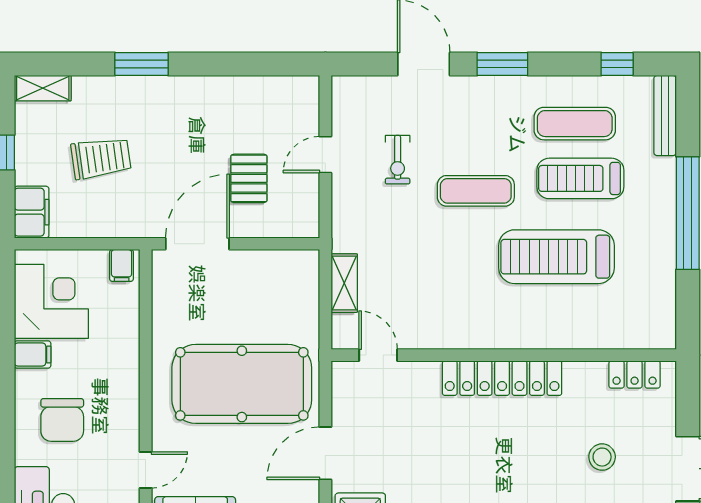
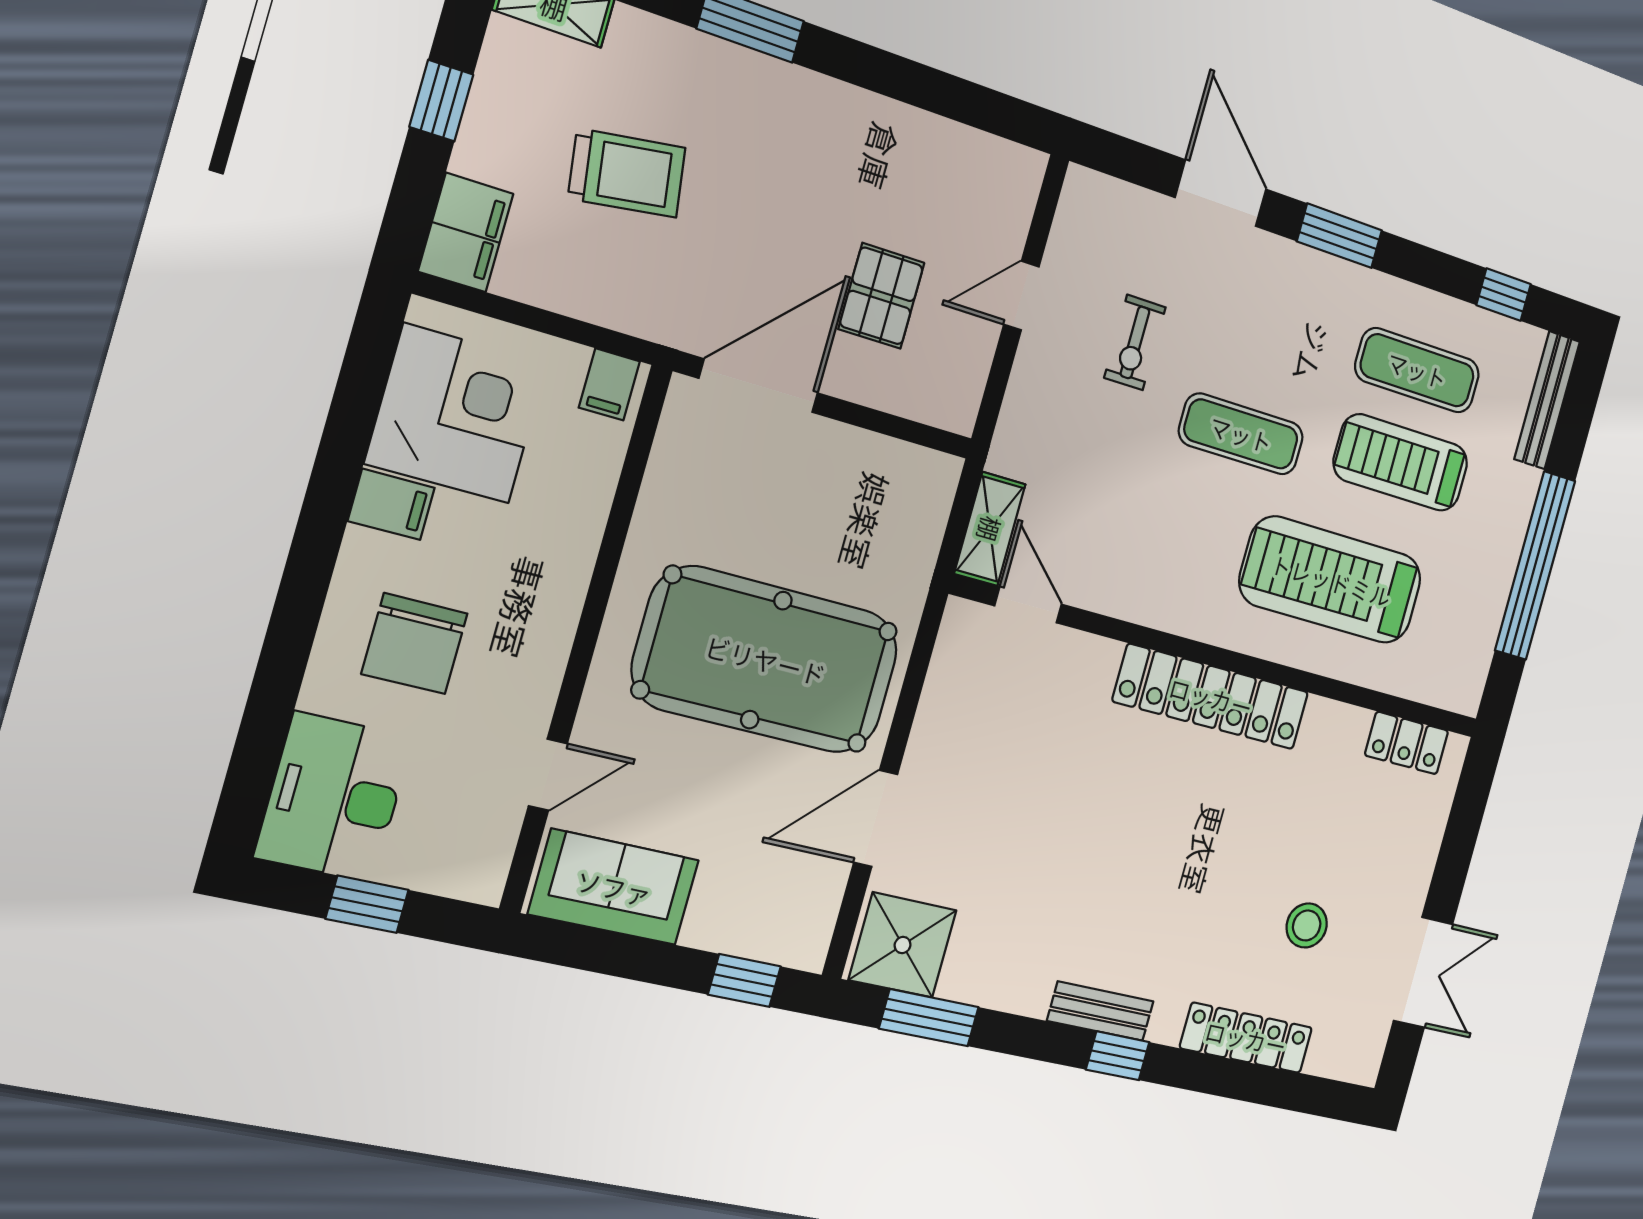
door: (378, 355) -> (1028, 605), moved
wall: (504, 355) -> (1224, 659), moved
locker: (635, 374) -> (1407, 743), moved
locker: (502, 378) -> (1211, 697), moved

